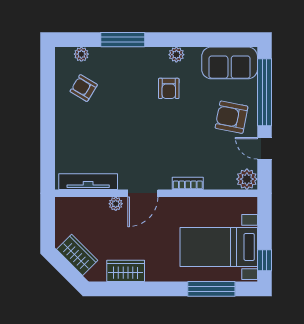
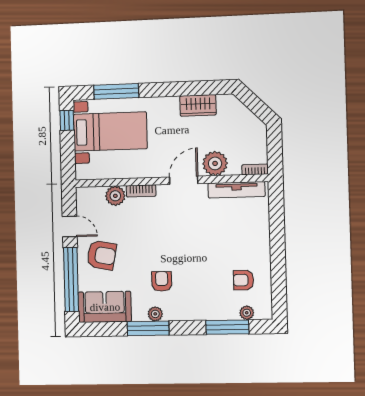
window: (123, 40) -> (227, 327), moved
window: (184, 40) -> (148, 328), added
armchair: (84, 88) -> (244, 280), turned 149
plant: (247, 179) -> (115, 196), moved
bookcase: (68, 202) -> (255, 169), added
plant: (116, 204) -> (215, 163), width x1.87, depth x1.87
wardrobe: (77, 255) -> (245, 119), removed

